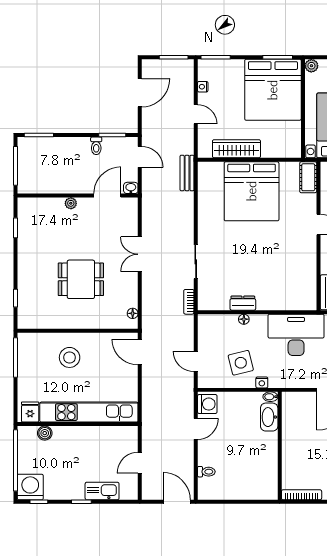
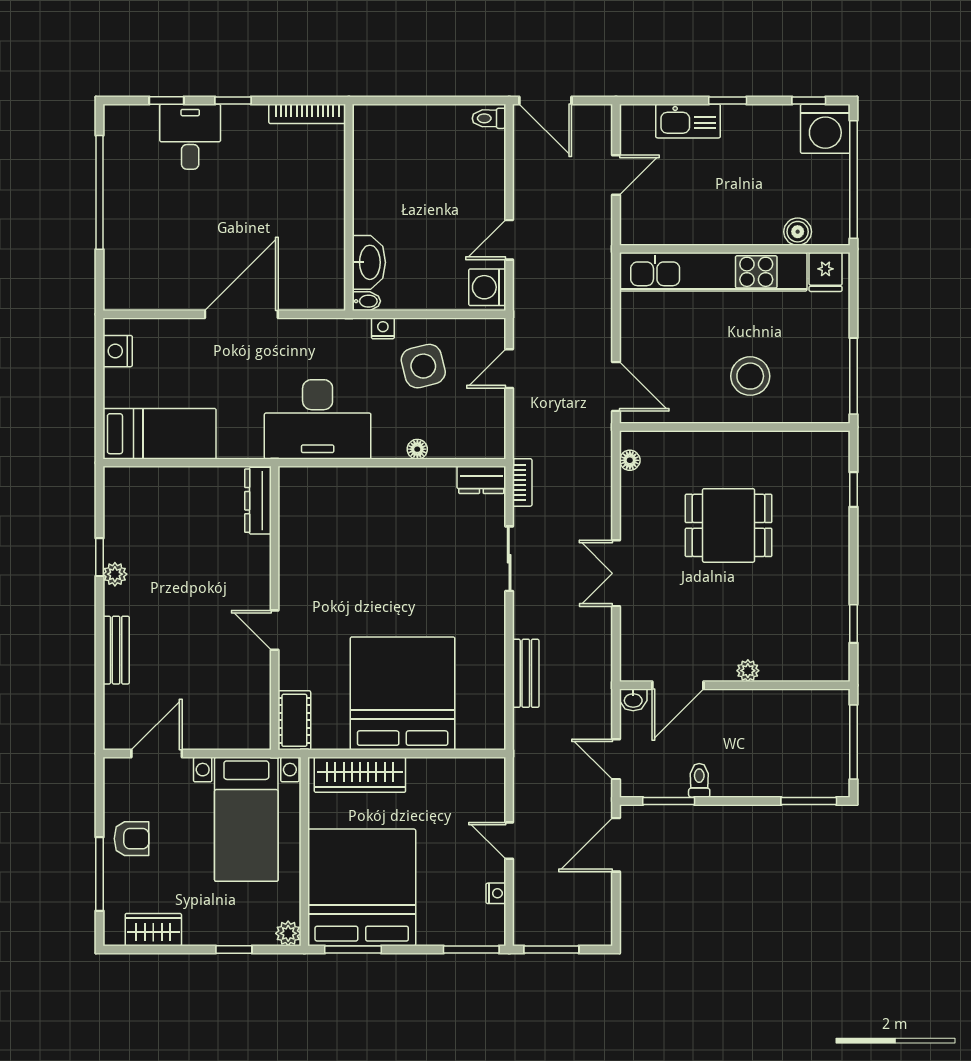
door: (140, 93) -> (616, 845), moved
wardrobe: (236, 149) -> (360, 775), moved
bench: (187, 173) -> (526, 673), moved
double door: (140, 254) -> (616, 573), swing flipped
dresser: (243, 303) -> (481, 480), moved
door: (196, 361) -> (509, 369), swing flipped
toilet: (206, 472) -> (489, 118), moved

